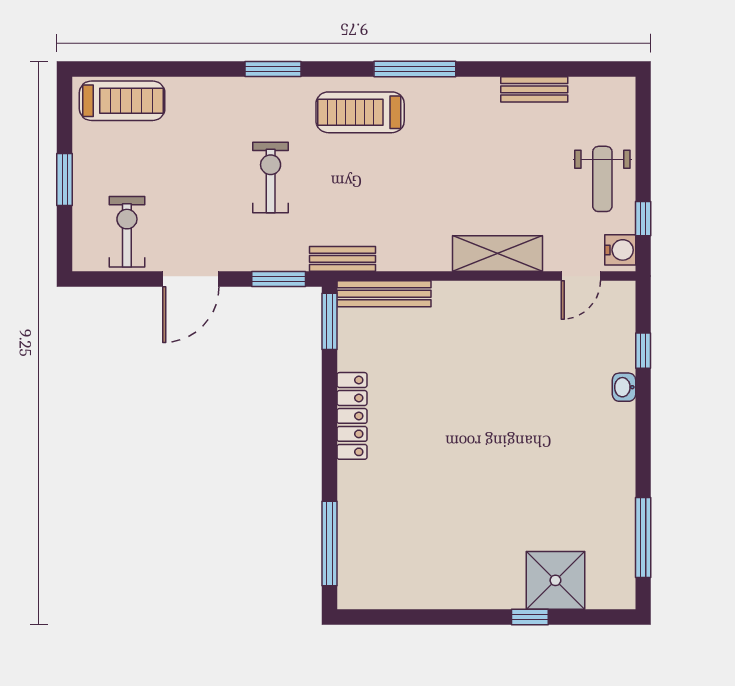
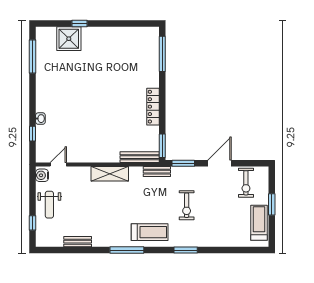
treadmill: (122, 101) -> (259, 223), moved, turned 90
weight bench: (602, 179) -> (49, 205), turned 180
window: (643, 219) -> (33, 223), moved
shelving: (498, 254) -> (110, 174), moved

